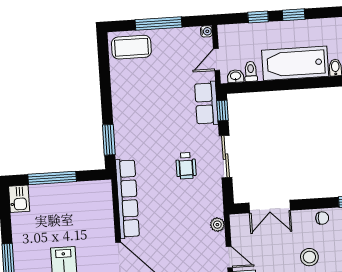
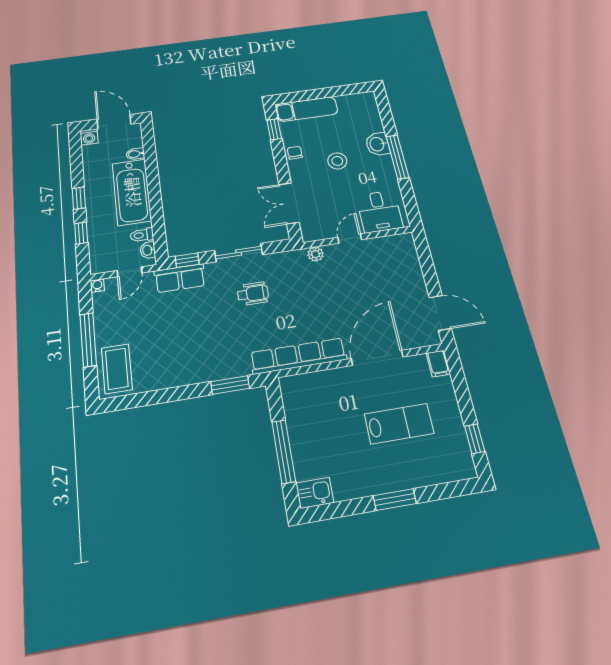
door: (217, 59) -> (129, 272), hinge flipped
double door: (270, 207) -> (289, 203), swing flipped

